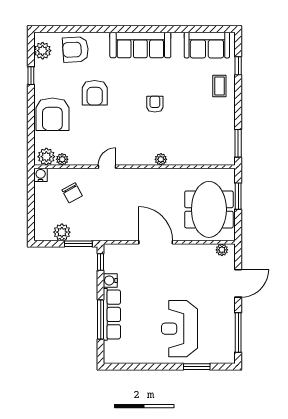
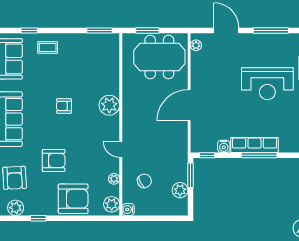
plant: (62, 159) -> (114, 179), moved
plant: (161, 159) -> (109, 105), width x1.87, depth x1.87

